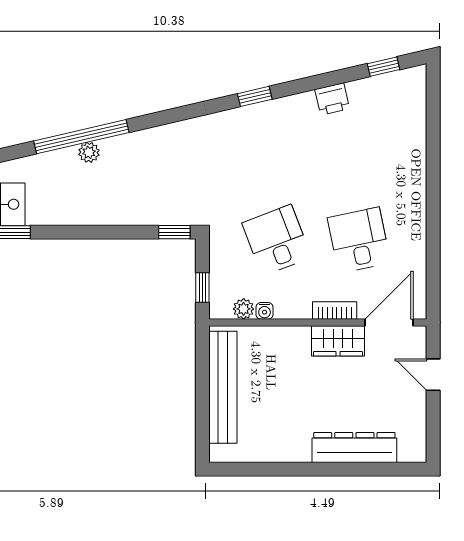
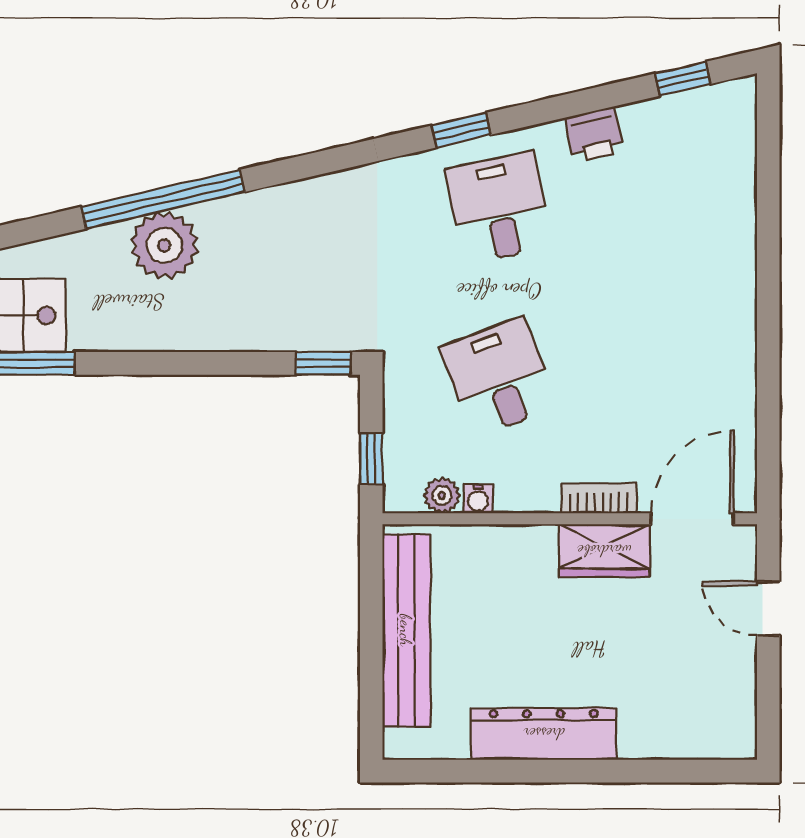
plant: (89, 152) -> (164, 245), width x1.88, depth x1.88
desk: (359, 240) -> (499, 208), moved
dresser: (354, 447) -> (544, 734), moved

